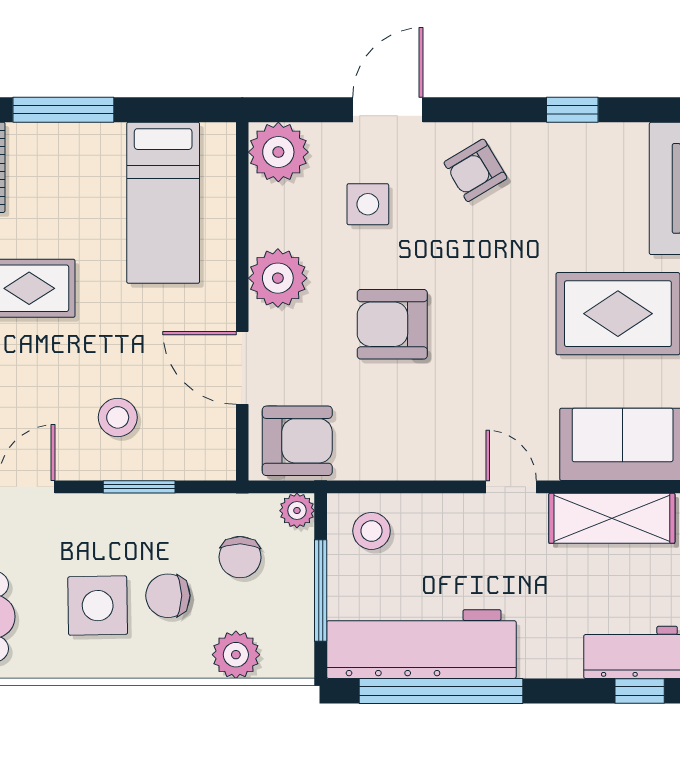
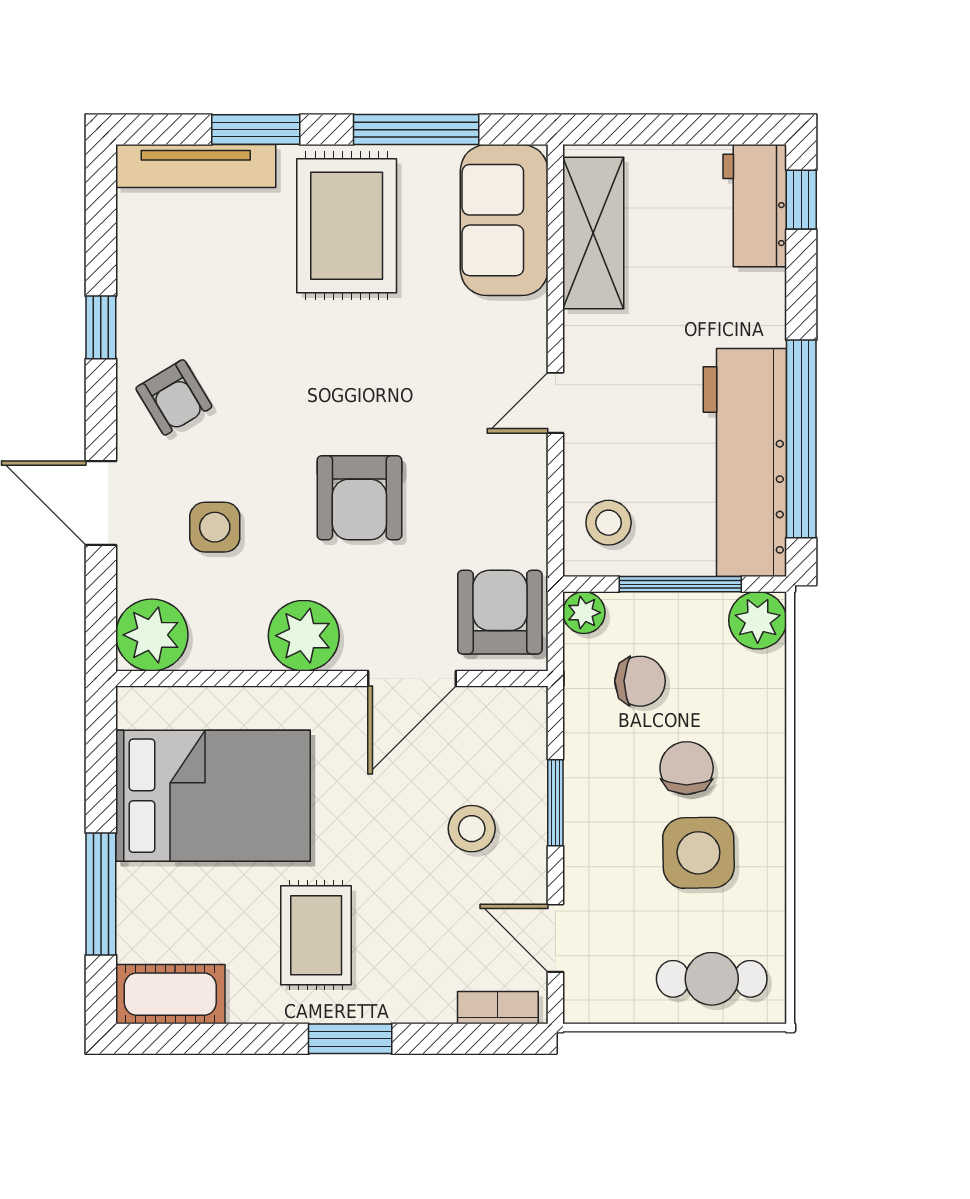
window: (572, 110) -> (101, 327), moved
bed: (163, 203) -> (213, 796), width x1.50
door: (511, 487) -> (555, 403), moved
chair: (168, 596) -> (687, 768), turned 180
plant: (236, 655) -> (758, 620), moved

